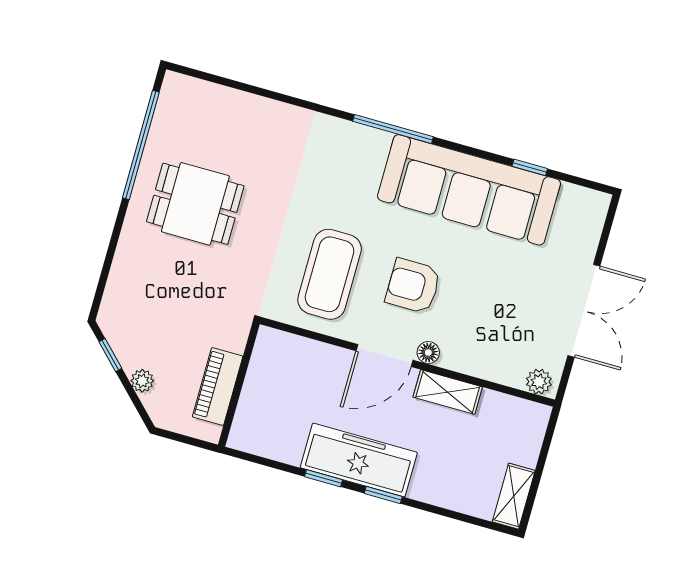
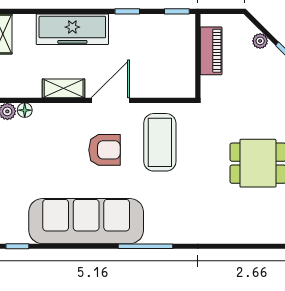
window: (530, 167) -> (17, 246), moved
floor lamp: (428, 353) -> (25, 110), moved
freezer: (359, 460) -> (72, 29), moved
window: (383, 495) -> (177, 11), moved

